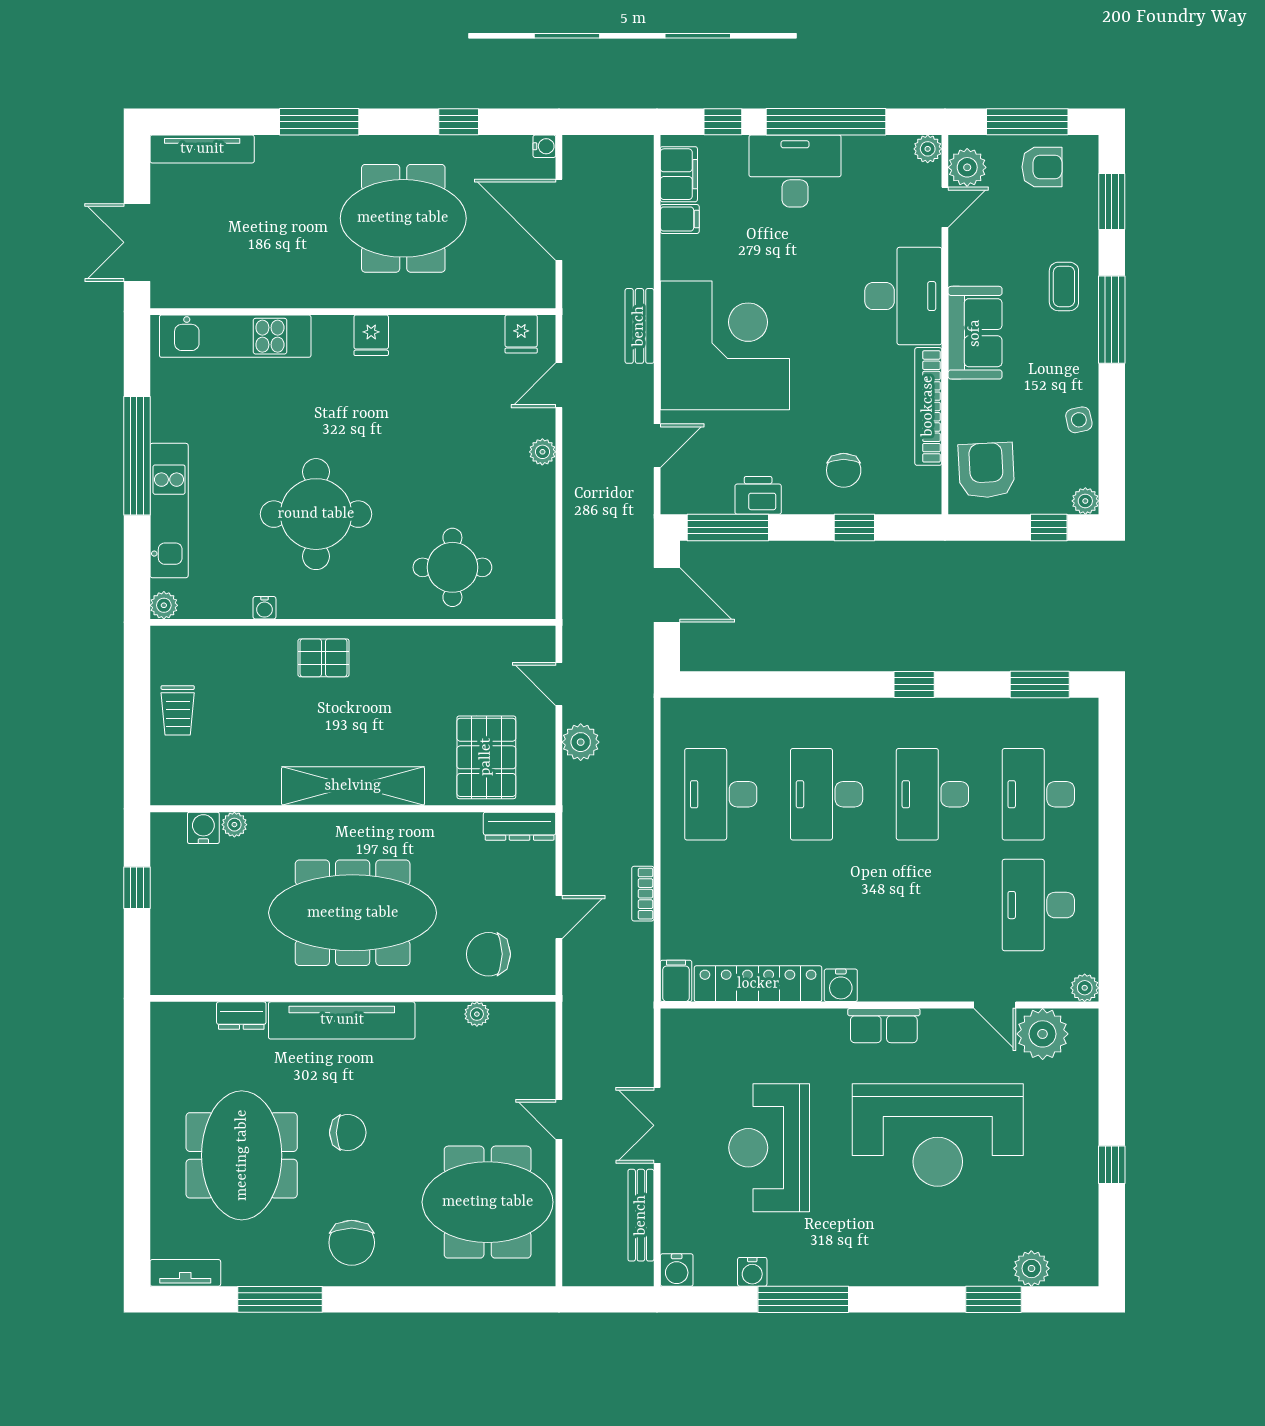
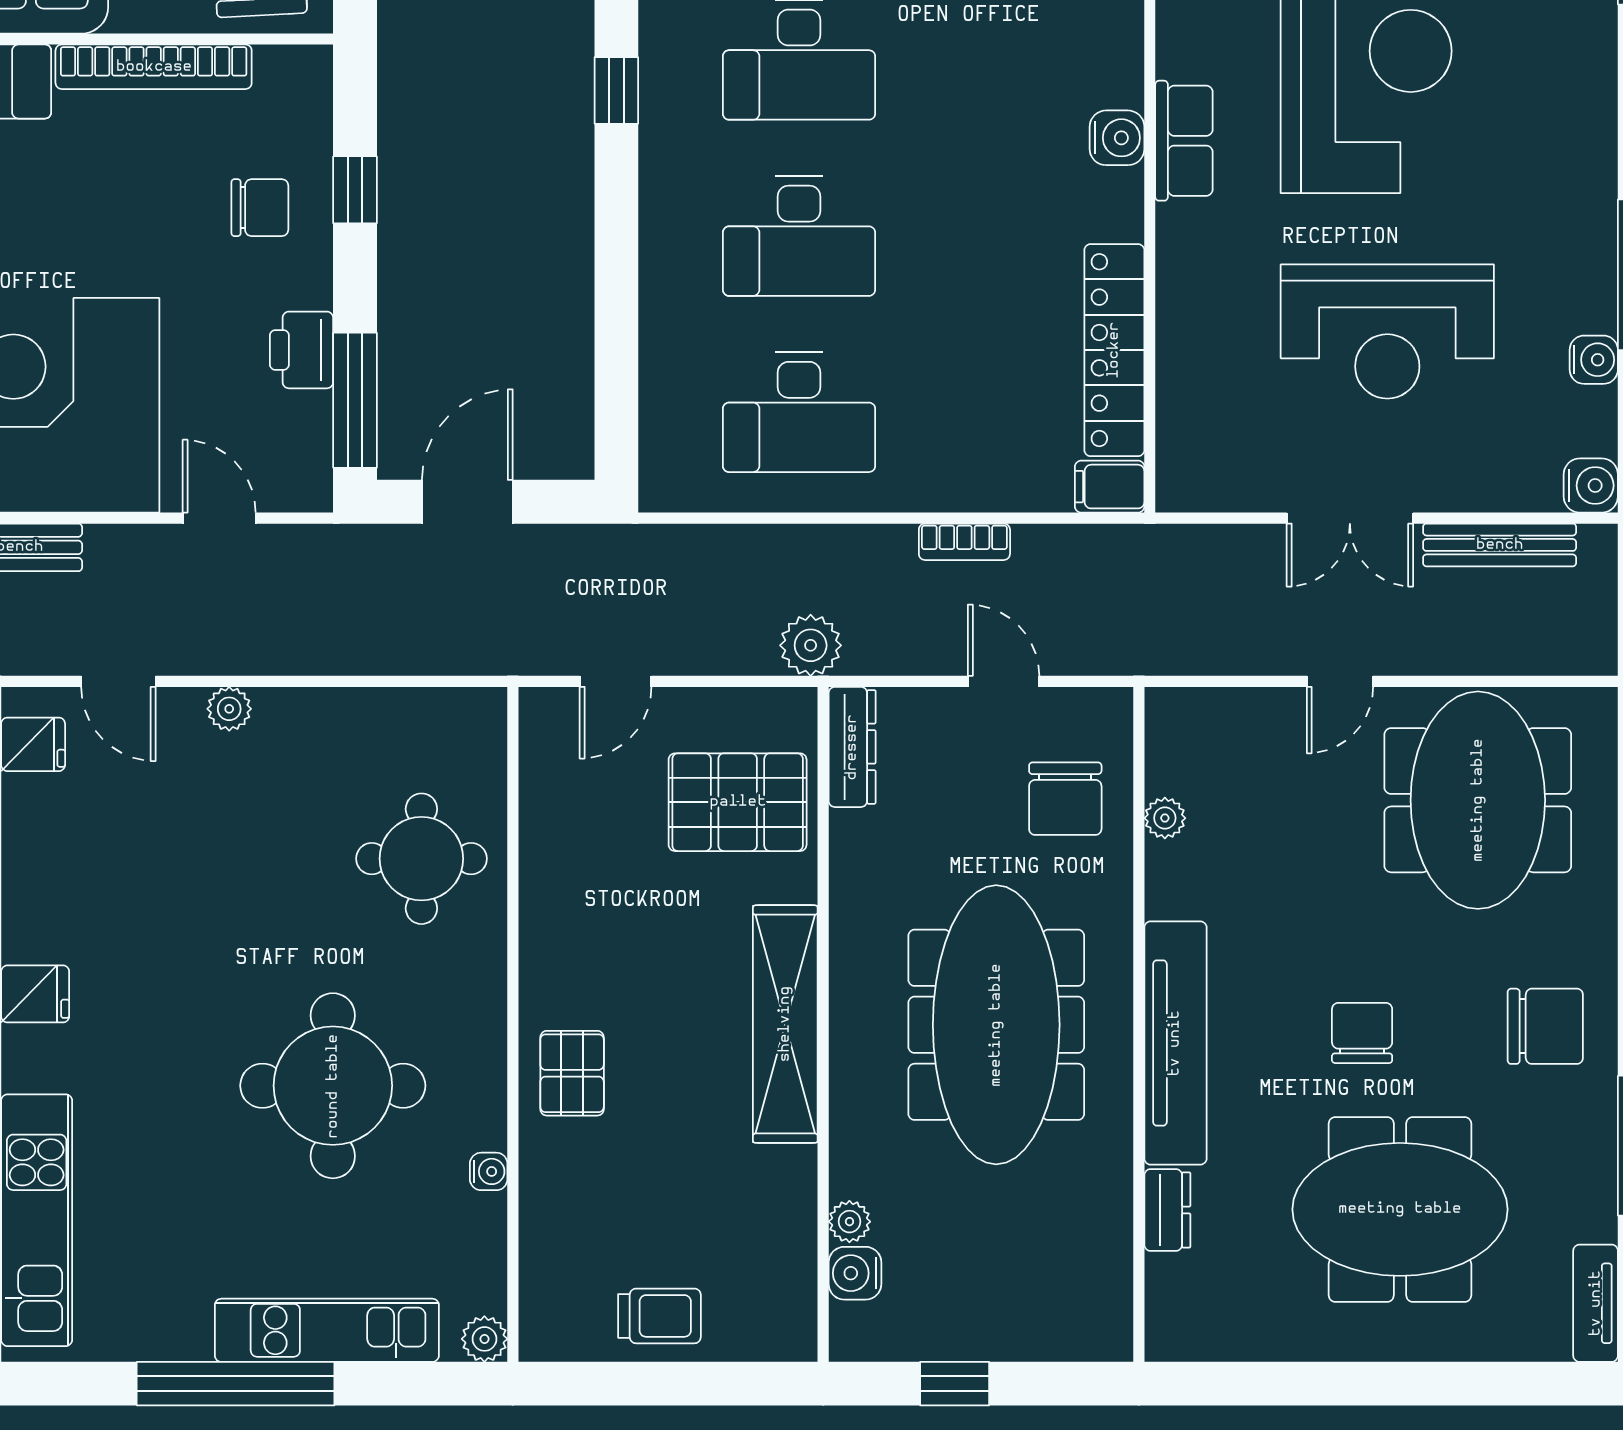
plant: (581, 742) -> (811, 645), moved
water cooler: (841, 985) -> (1117, 138), moved

